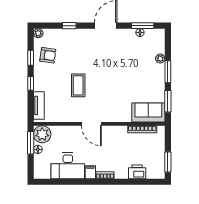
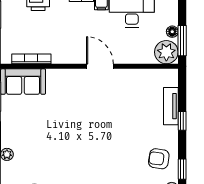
window: (31, 58) -> (182, 169), moved
coffee table: (78, 85) -> (118, 118), removed
tv unit: (39, 106) -> (171, 106), moved

